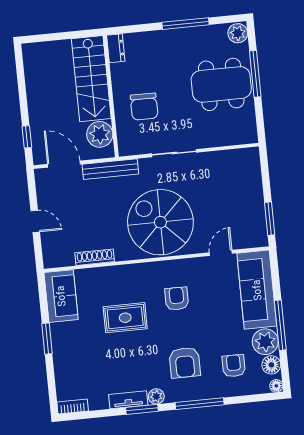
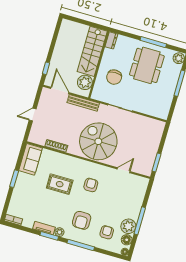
dining table: (221, 84) -> (147, 65), moved, turned 90
door: (35, 221) -> (33, 115), swing flipped
sofa: (257, 290) -> (135, 197), removed

